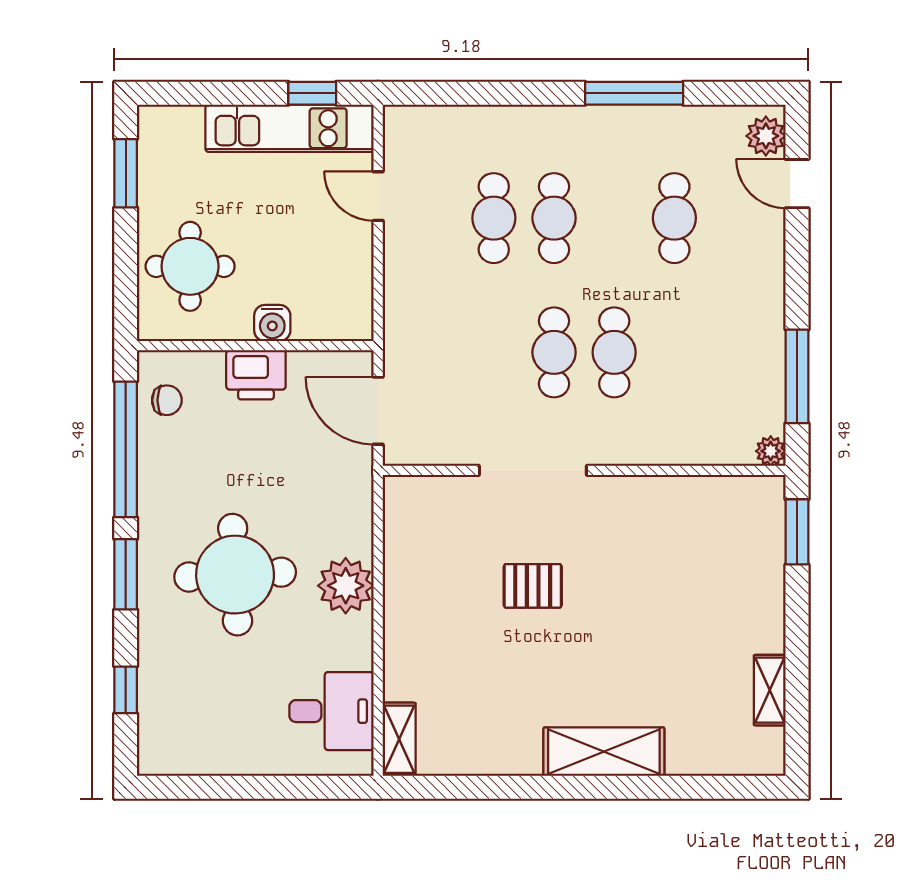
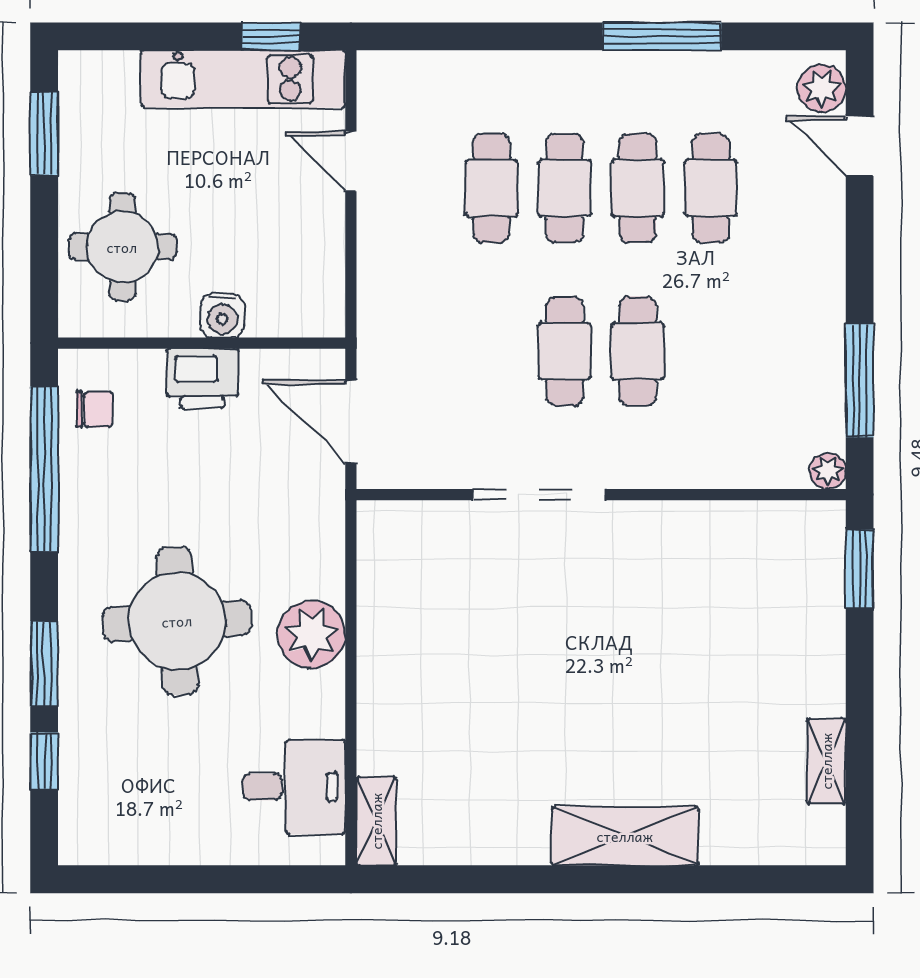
cafe table: (614, 218) -> (638, 188), added
window: (126, 574) -> (44, 664), moved
pallet: (533, 586) -> (539, 635), removed

